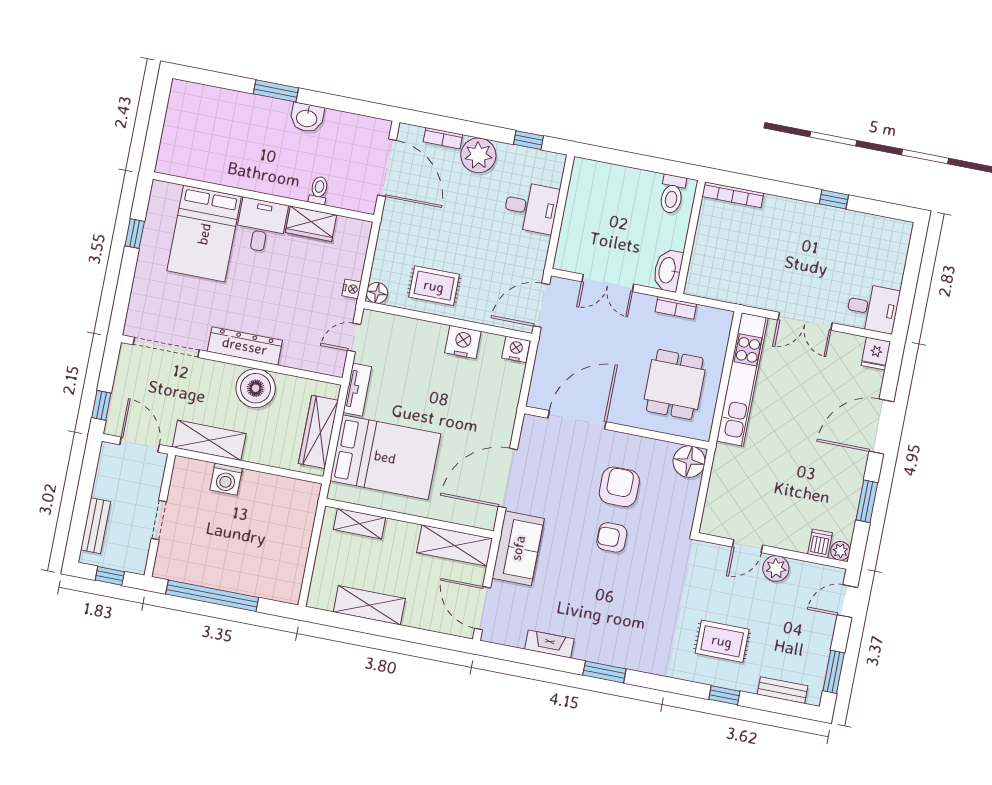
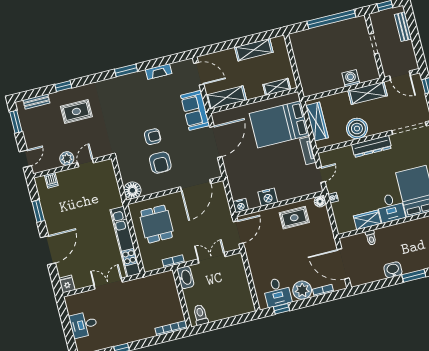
desk: (531, 207) -> (277, 292), moved, turned -90
desk: (873, 308) -> (84, 325), moved
plant: (840, 551) -> (40, 181), removed

